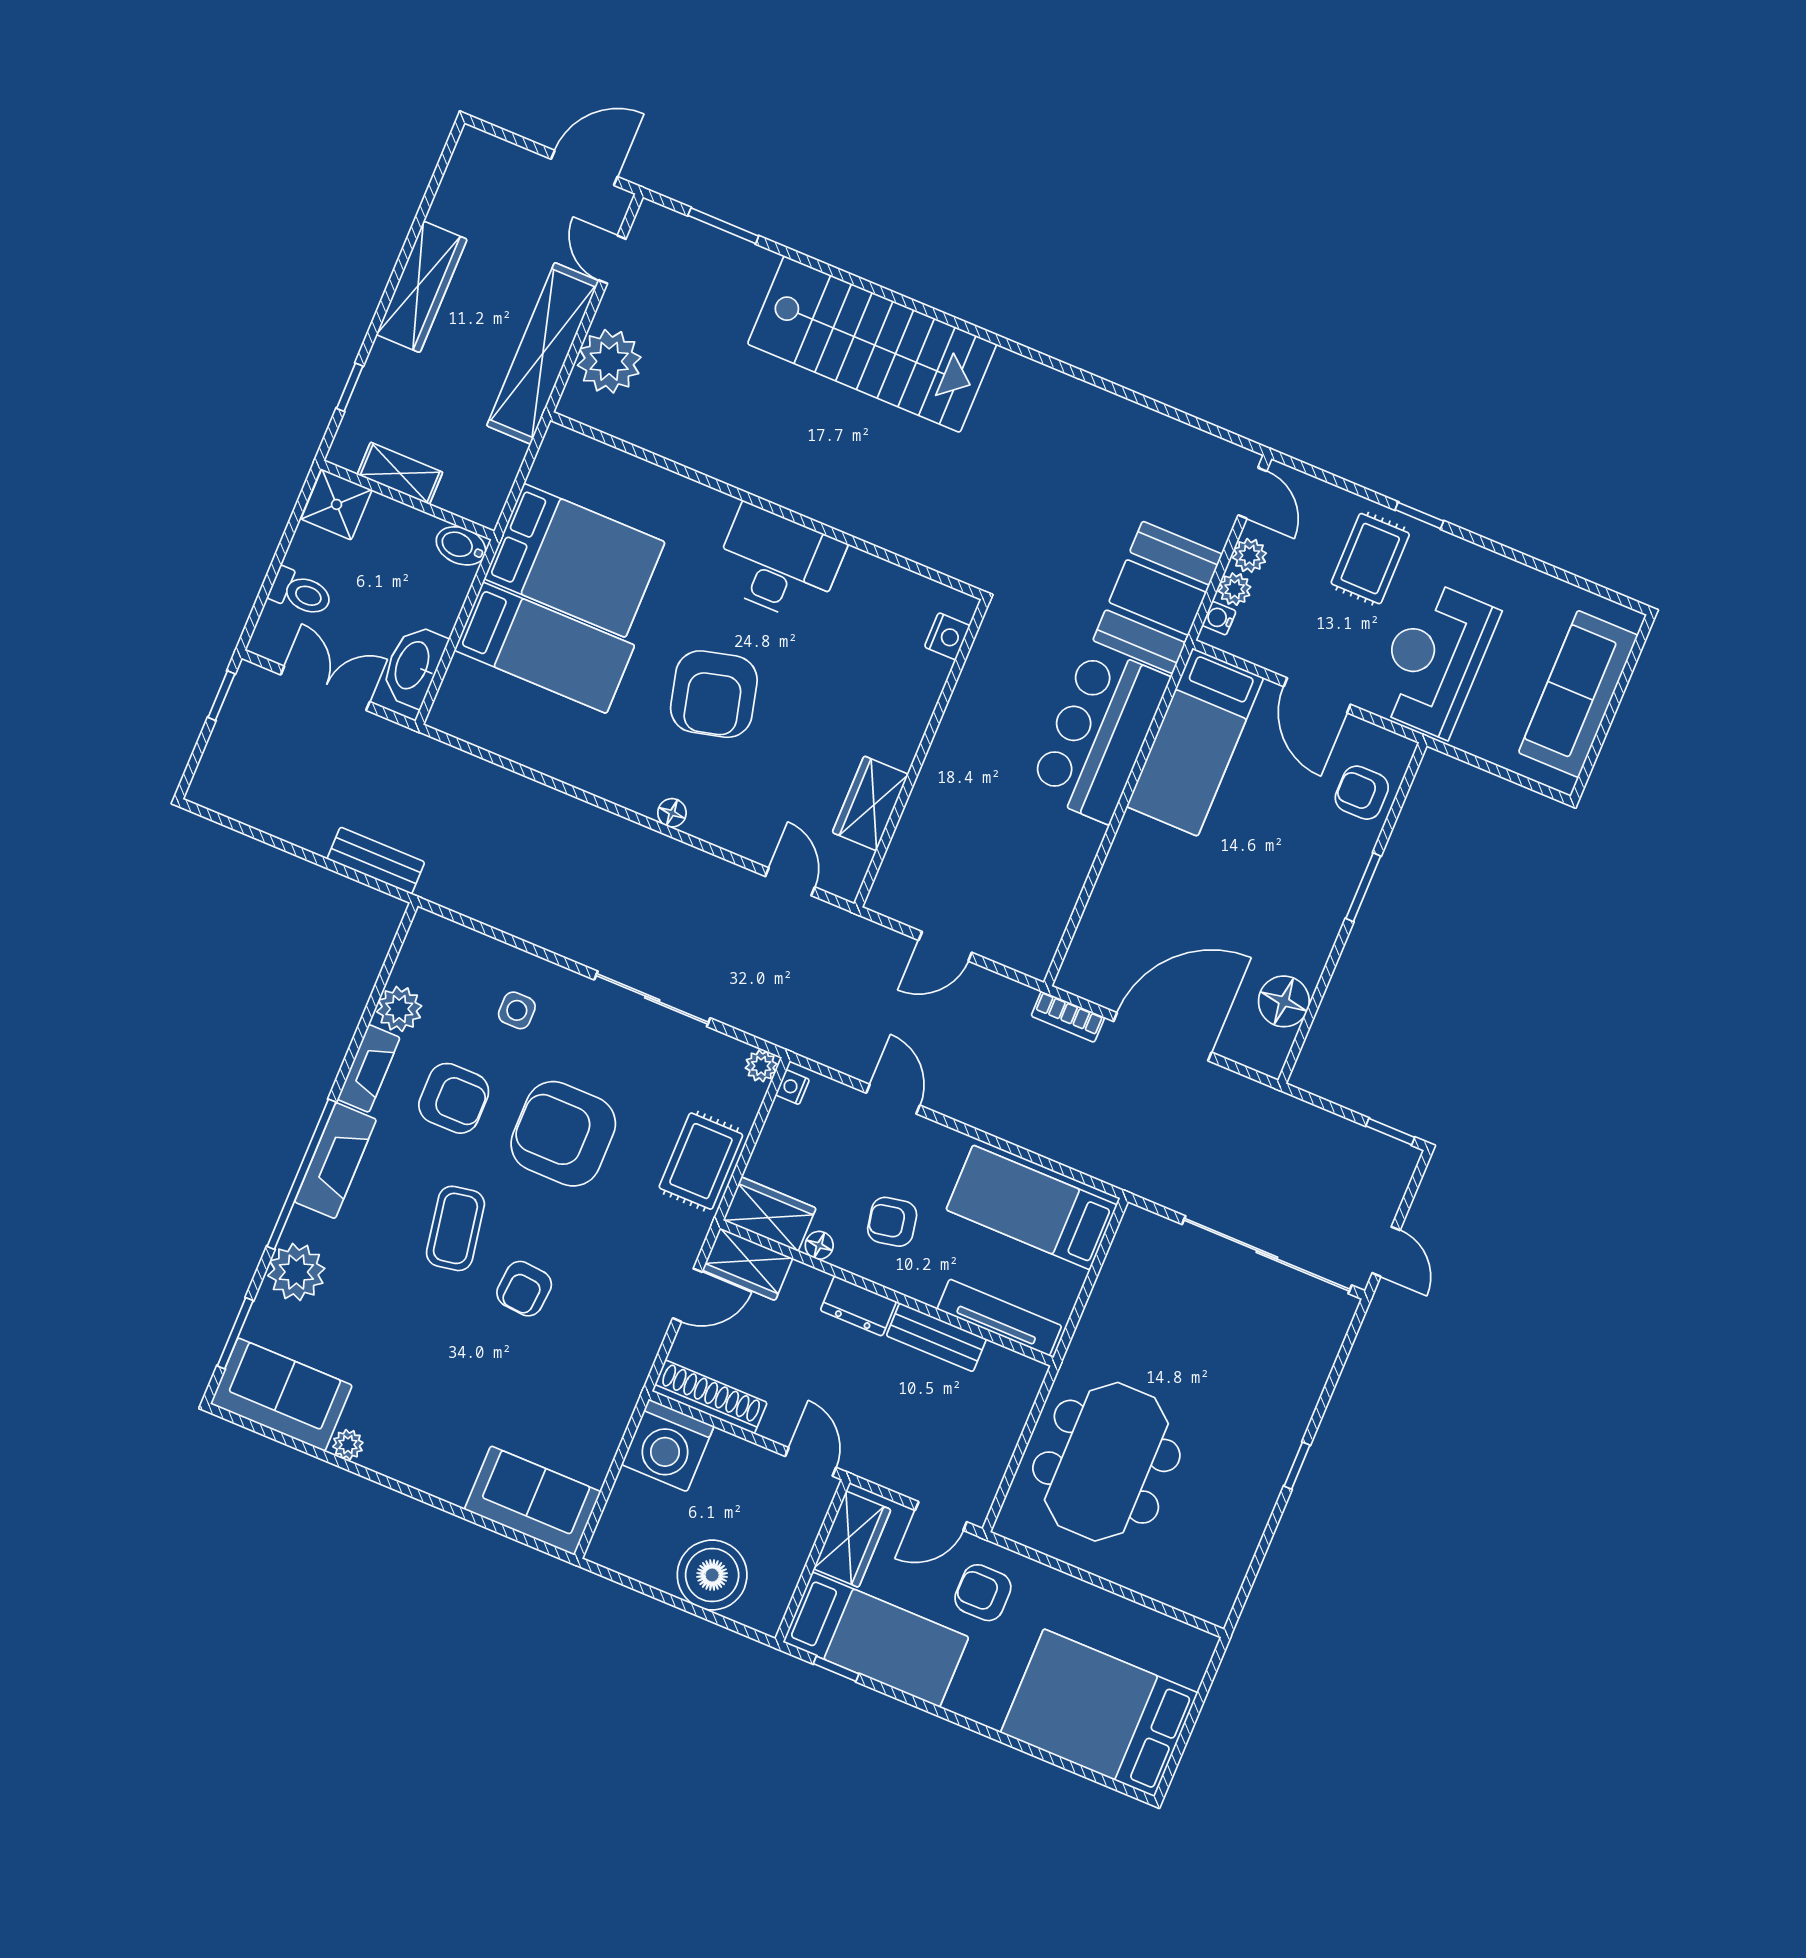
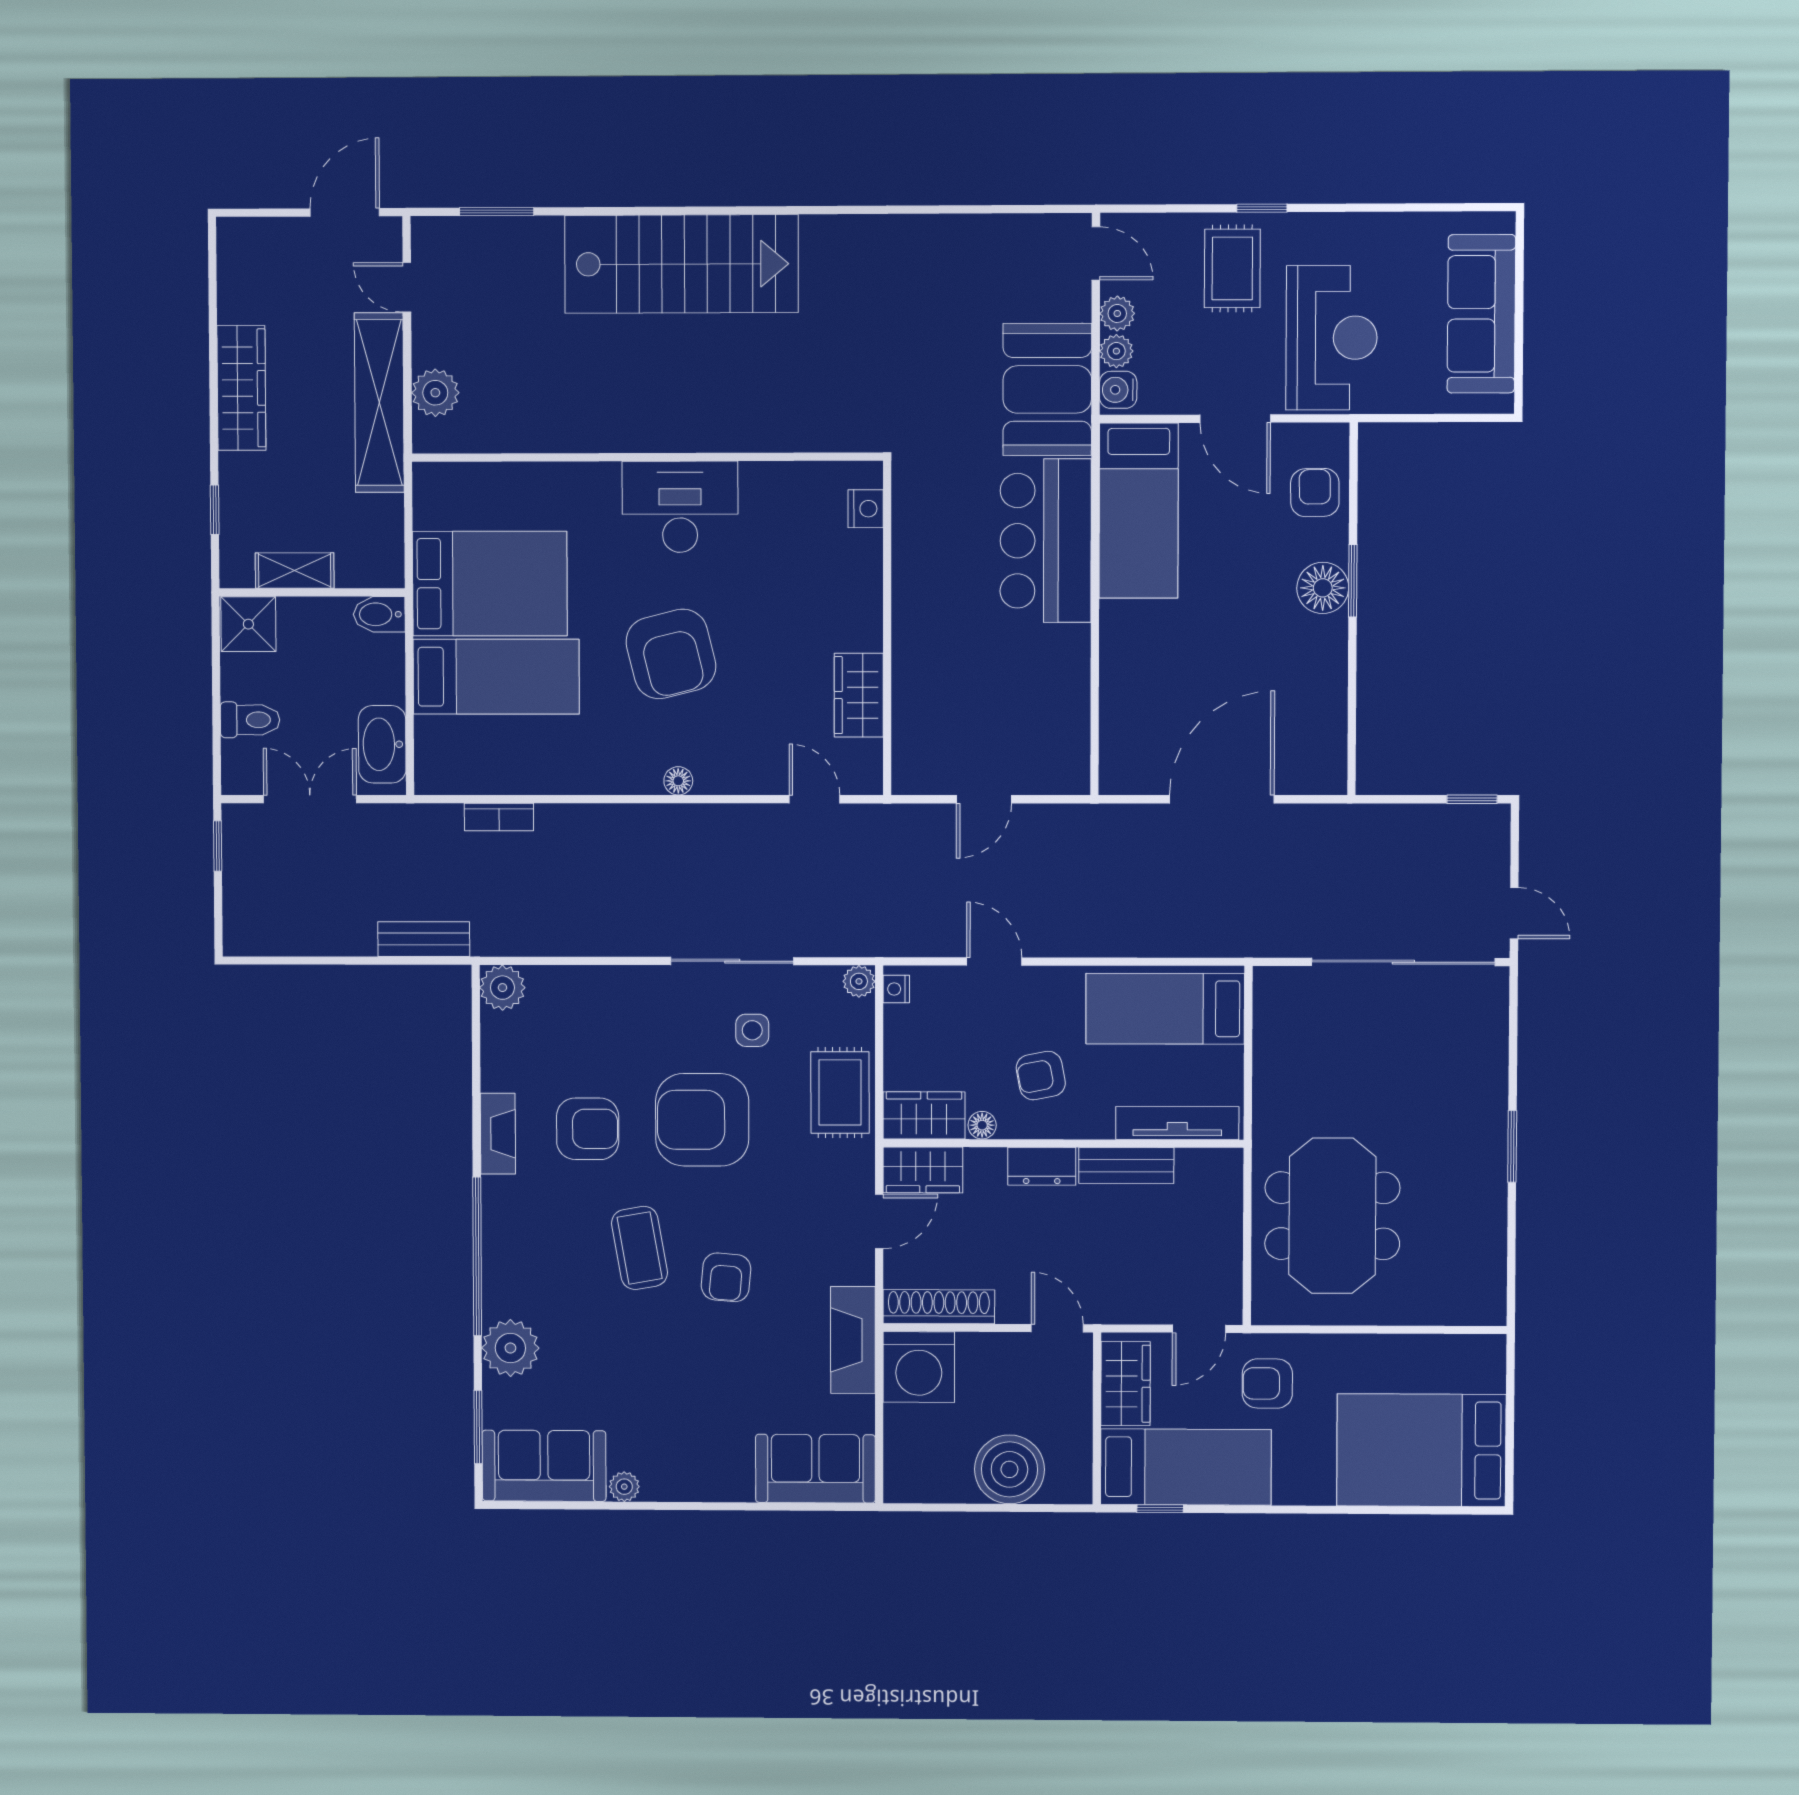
plant: (609, 361) -> (435, 393), width x0.73, depth x0.73
water cooler: (1219, 618) -> (1118, 390), width x1.38, depth x1.38
reception desk: (1434, 659) -> (1332, 338), turned 180
armchair: (1362, 793) -> (1315, 493), turned 89
floor lamp: (1284, 1001) -> (1323, 588), moved
plant: (399, 1009) -> (502, 988), moved
side table: (517, 1010) -> (752, 1030), moved
bookcase: (1068, 1017) -> (499, 817), moved
fireplace: (335, 1161) -> (853, 1340), moved, turned 180
window: (1297, 1466) -> (1512, 1146), width x1.50

